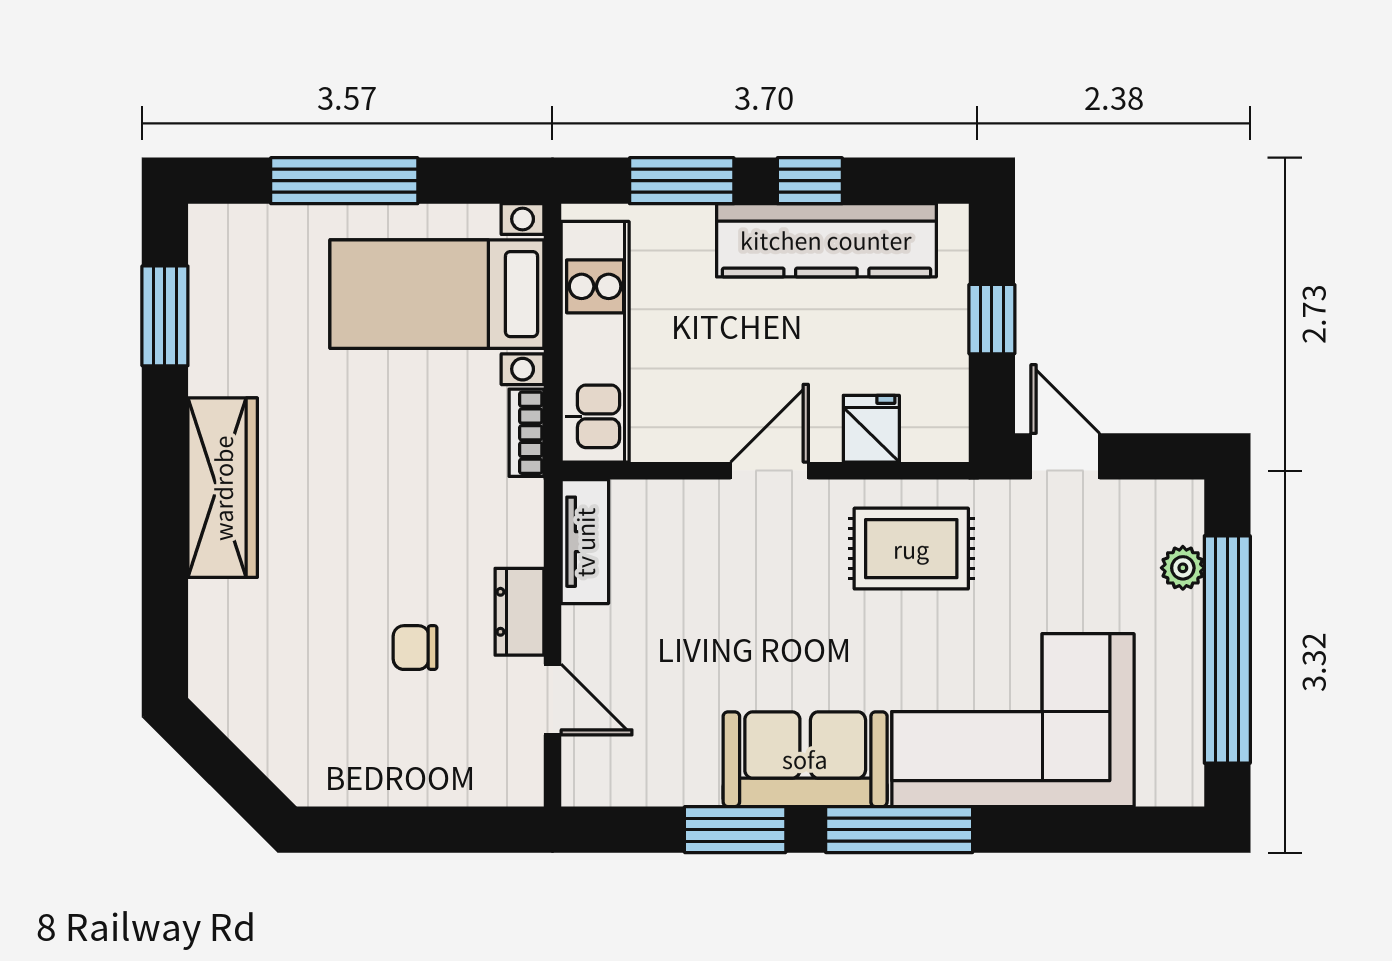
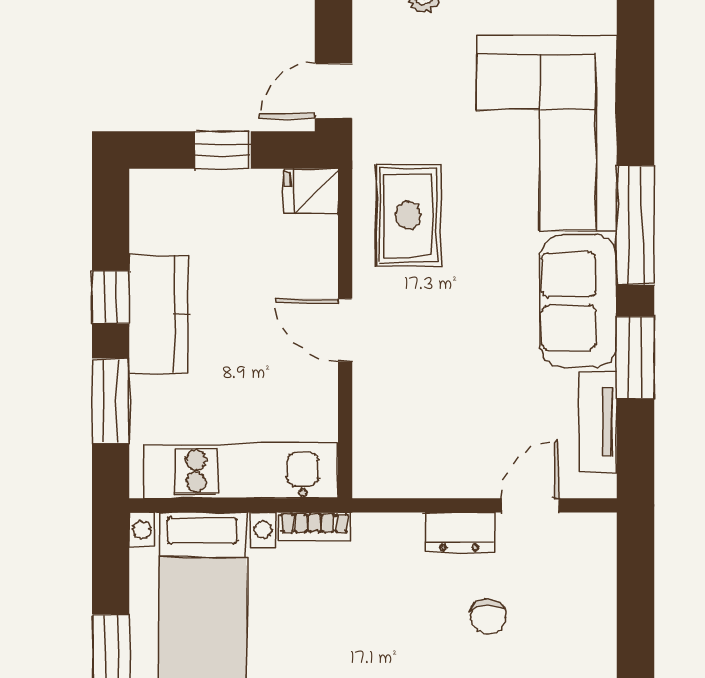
kitchen counter: (826, 240) -> (159, 313), width x0.67
fridge: (871, 429) -> (311, 191), moved
tv unit: (585, 542) -> (598, 421), moved, turned -90

